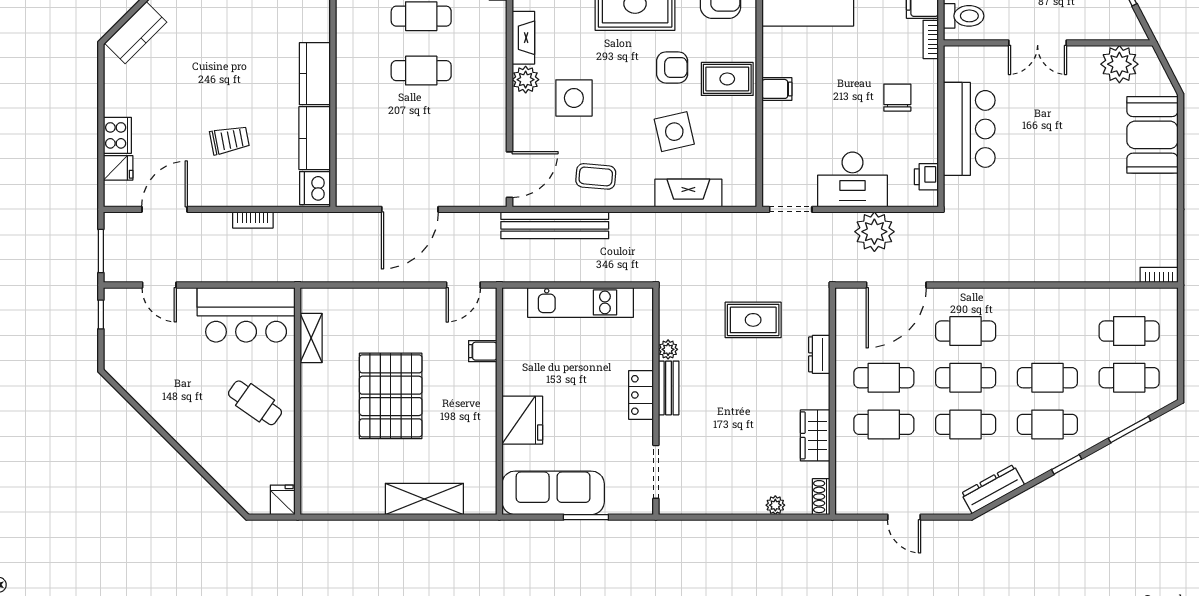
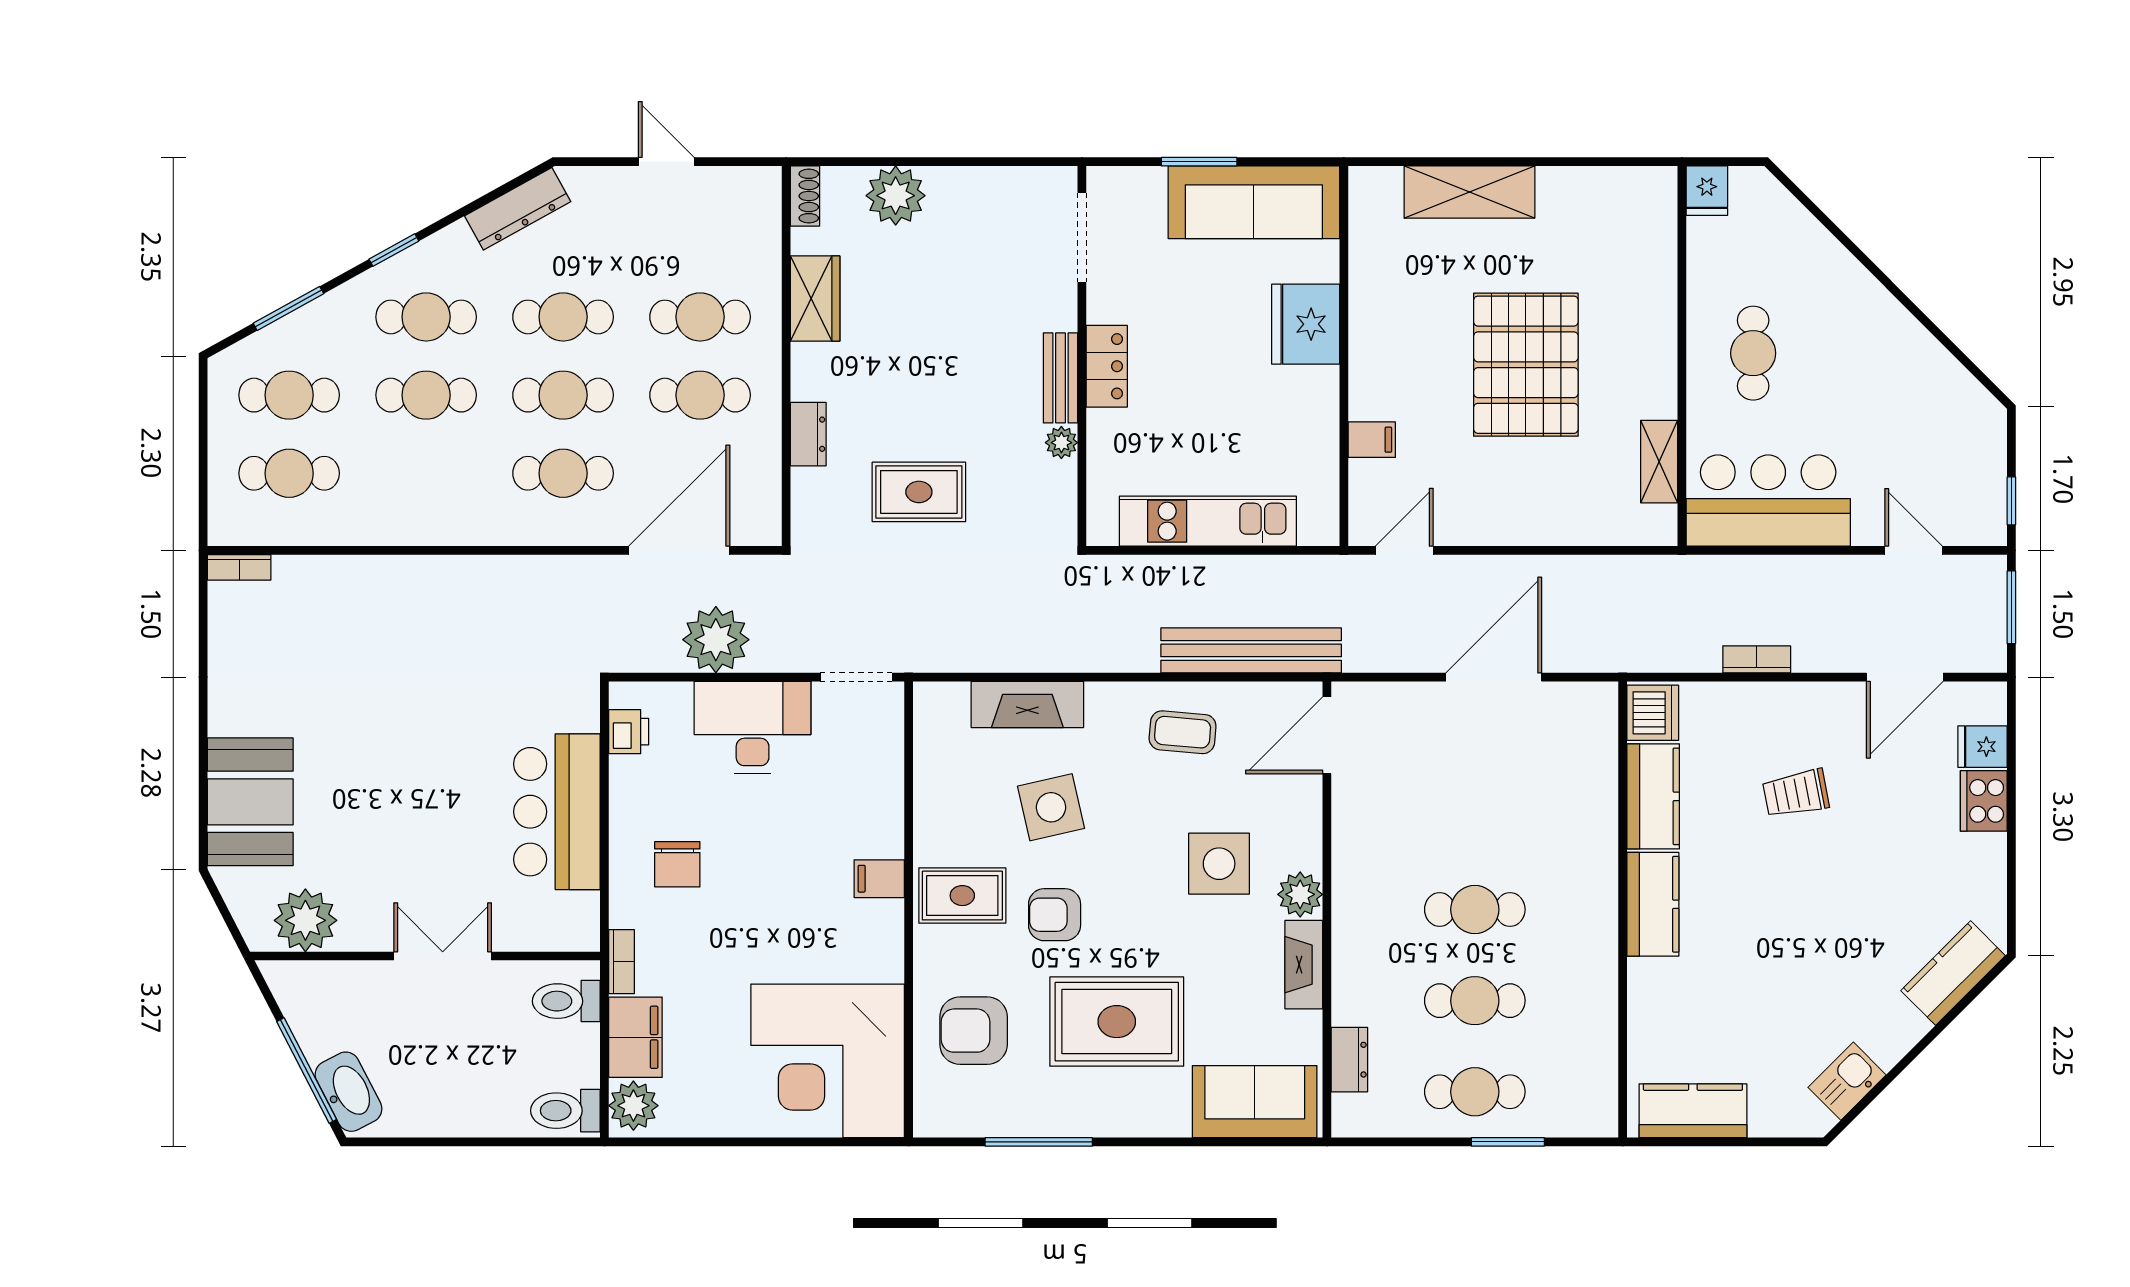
cafe table: (255, 403) -> (1753, 353), turned 55
plant: (775, 505) -> (896, 196), width x1.87, depth x1.87

